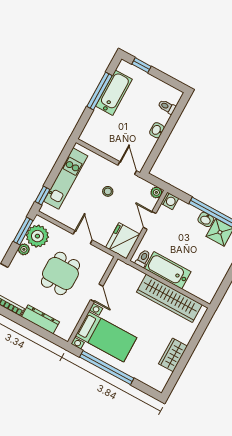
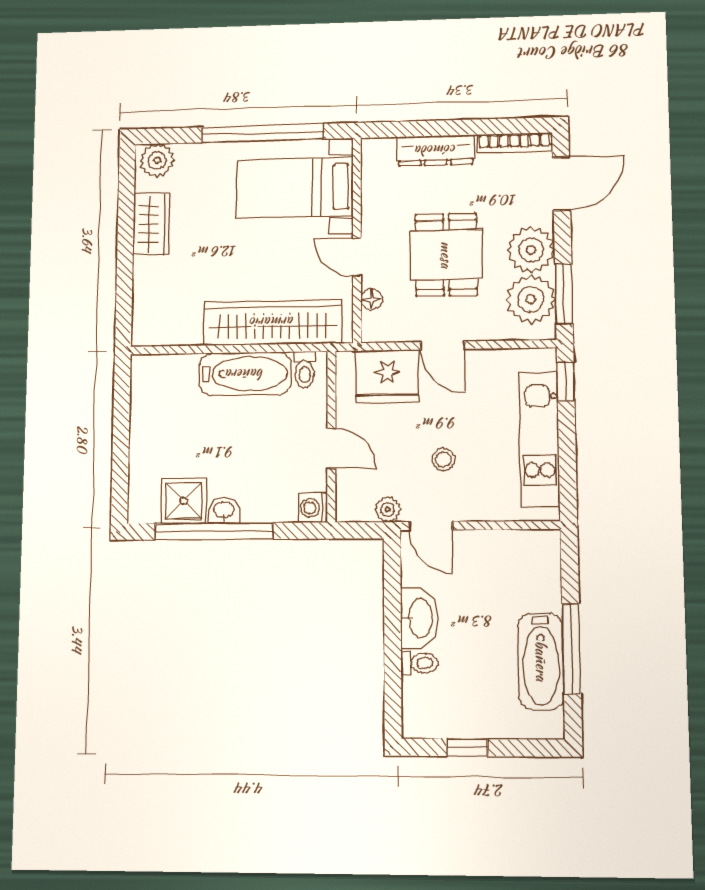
window: (142, 65) -> (467, 748), moved
toilet: (167, 107) -> (420, 663), moved
washbasin: (157, 130) -> (419, 618), width x1.91, depth x1.45
plant: (156, 192) -> (388, 509), moved
fridge: (123, 241) -> (387, 376), moved, turned 90
plant: (24, 249) -> (531, 250), width x1.88, depth x1.88
floor lamp: (100, 272) -> (372, 299), added
wardrobe: (169, 298) -> (272, 322), moved
plant: (156, 381) -> (157, 160), added

